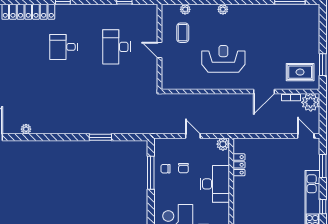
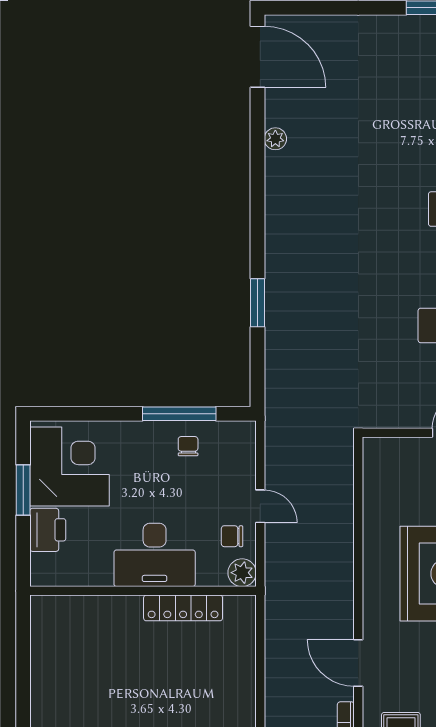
door: (193, 136) -> (260, 506), hinge flipped
locker: (239, 165) -> (183, 608), width x1.53
chair: (183, 168) -> (232, 536), moved

